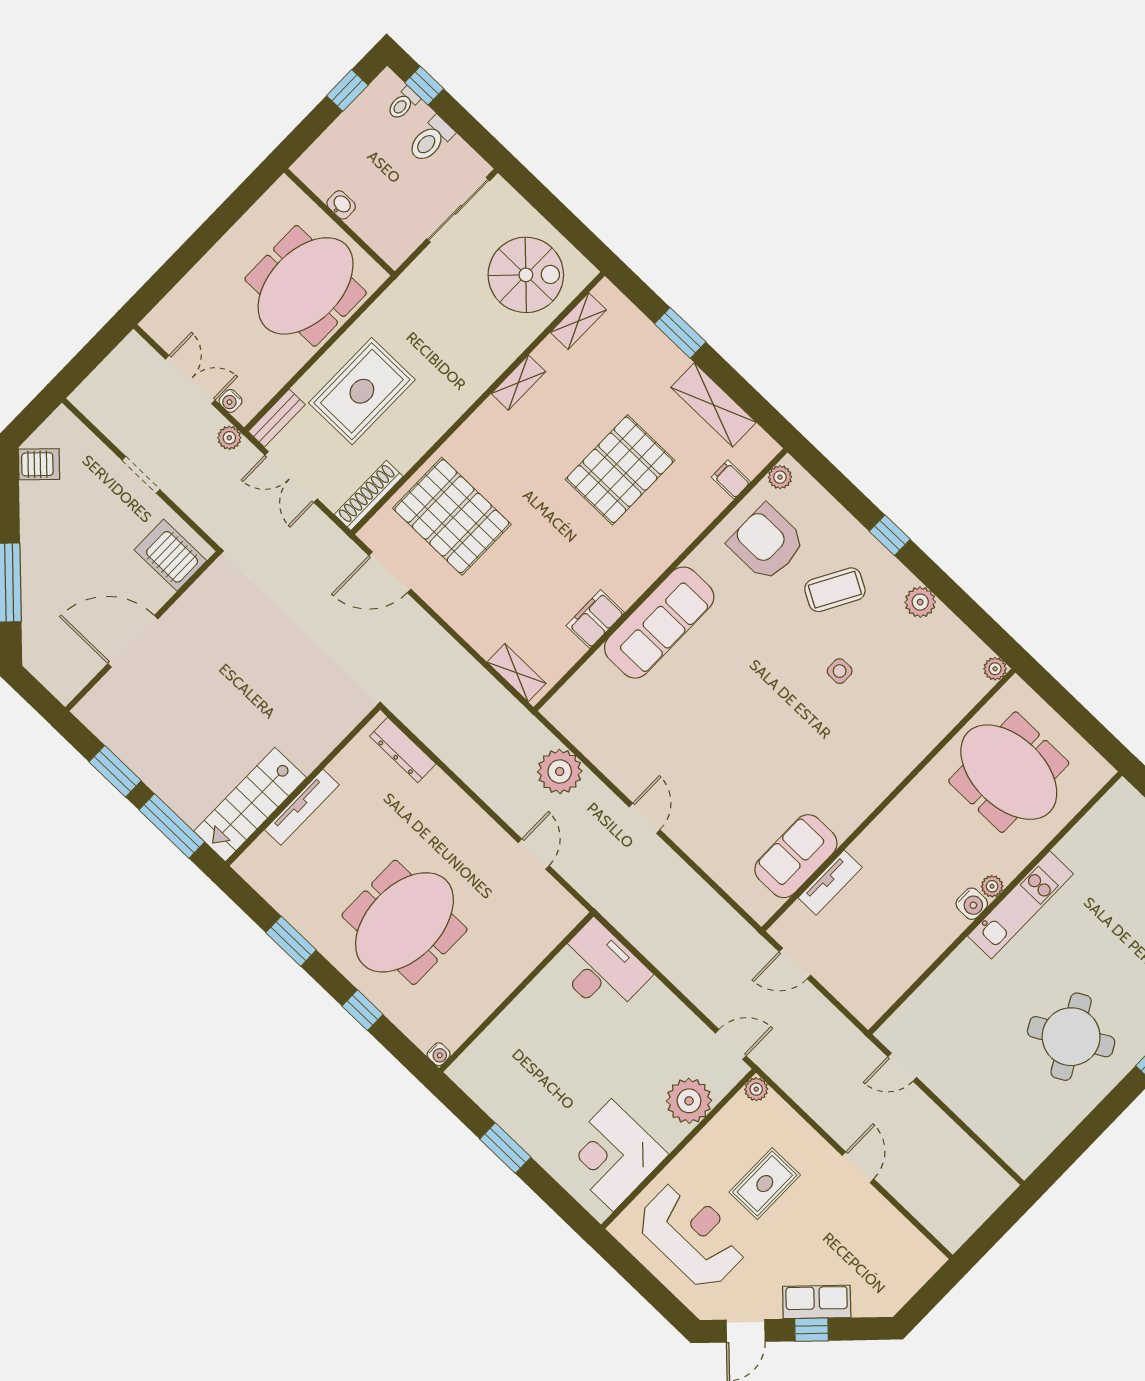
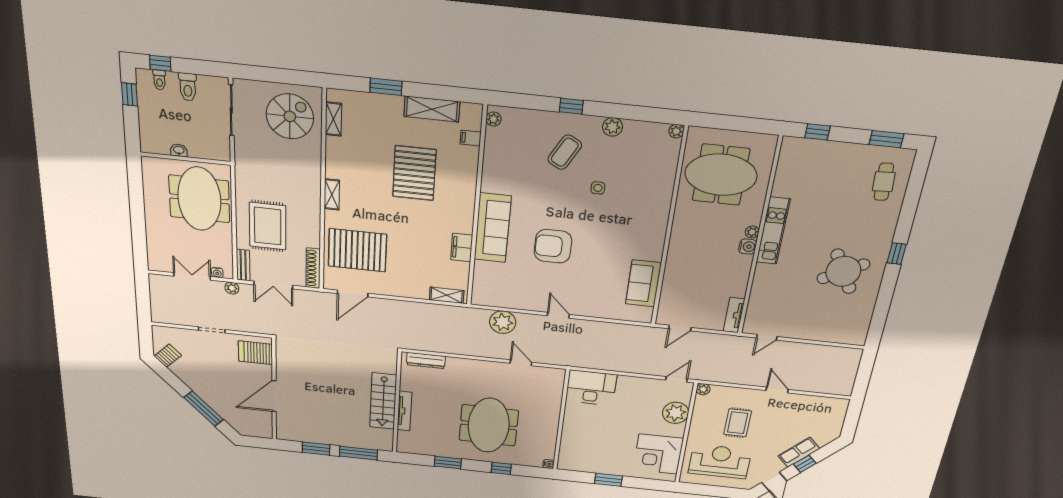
shelving: (518, 383) -> (332, 194), moved
armchair: (767, 543) -> (553, 246), moved
stairs: (250, 804) -> (383, 401), moved
tv unit: (830, 883) -> (734, 315), moved, turned 180

